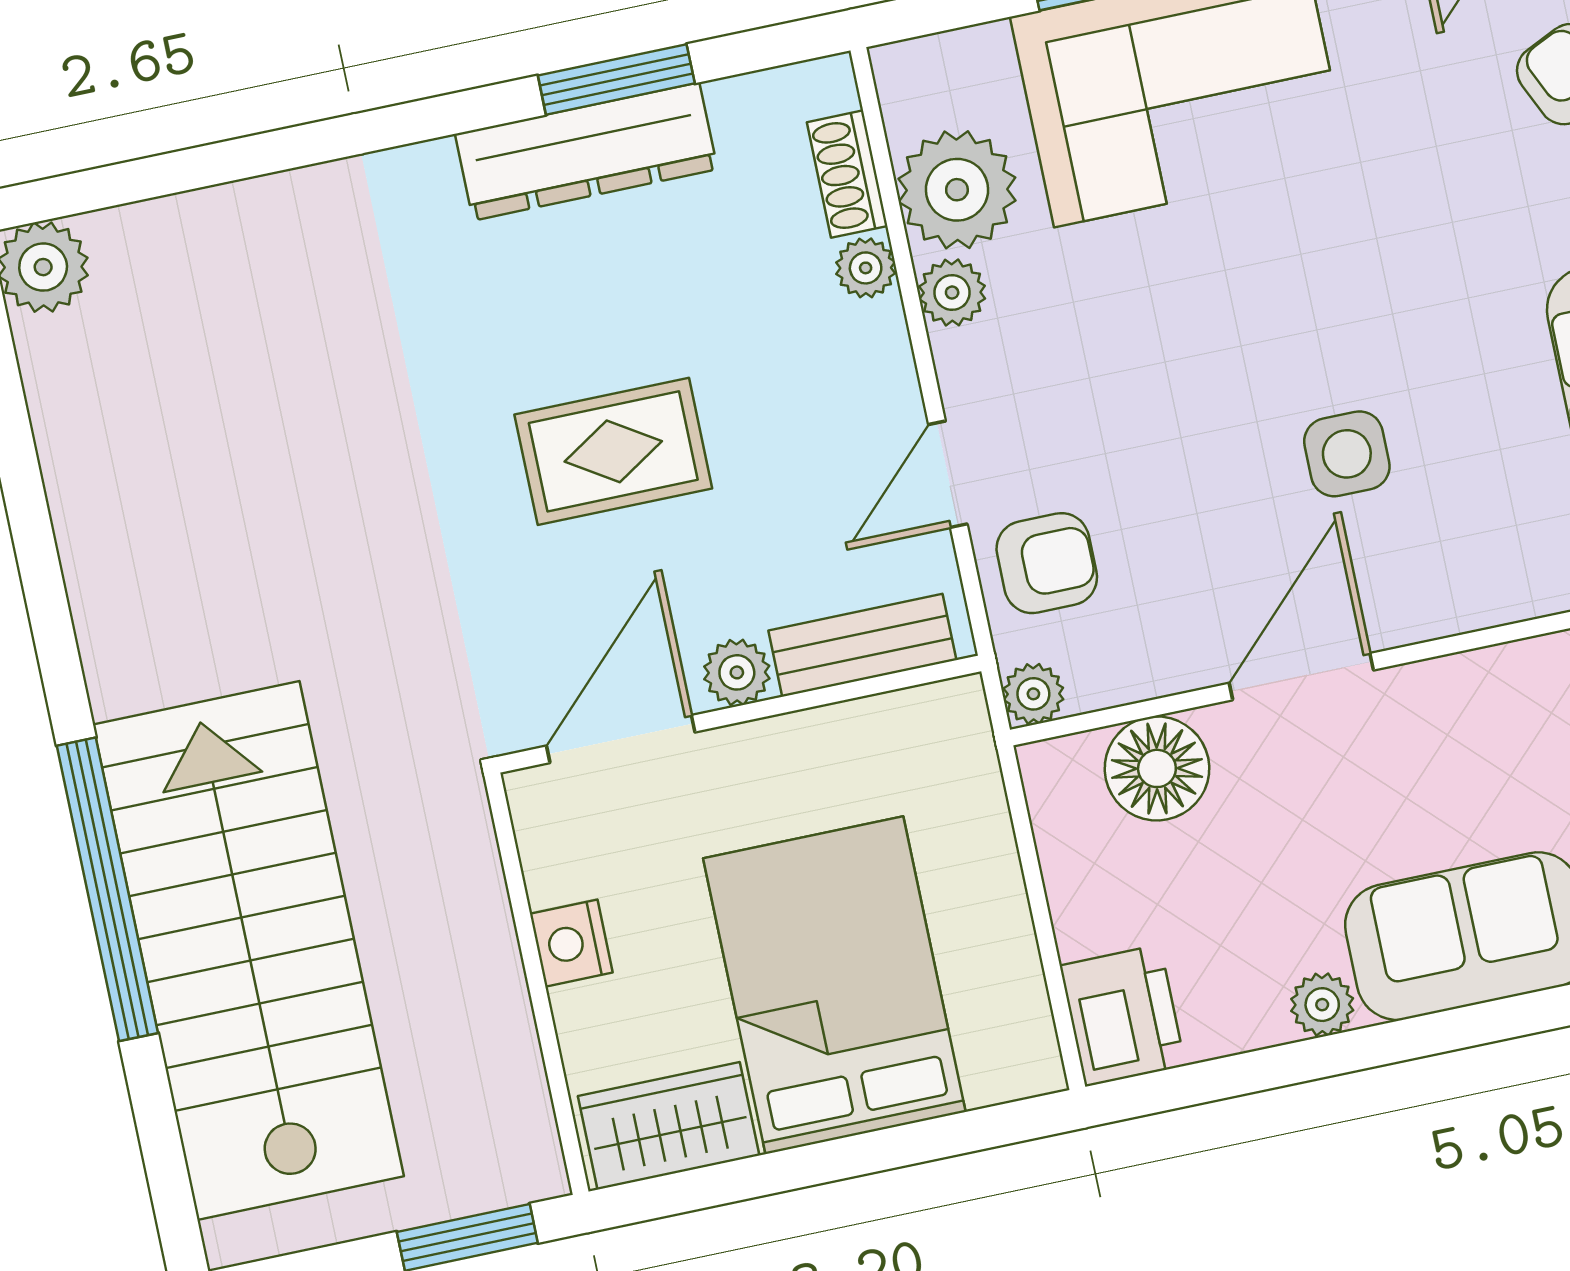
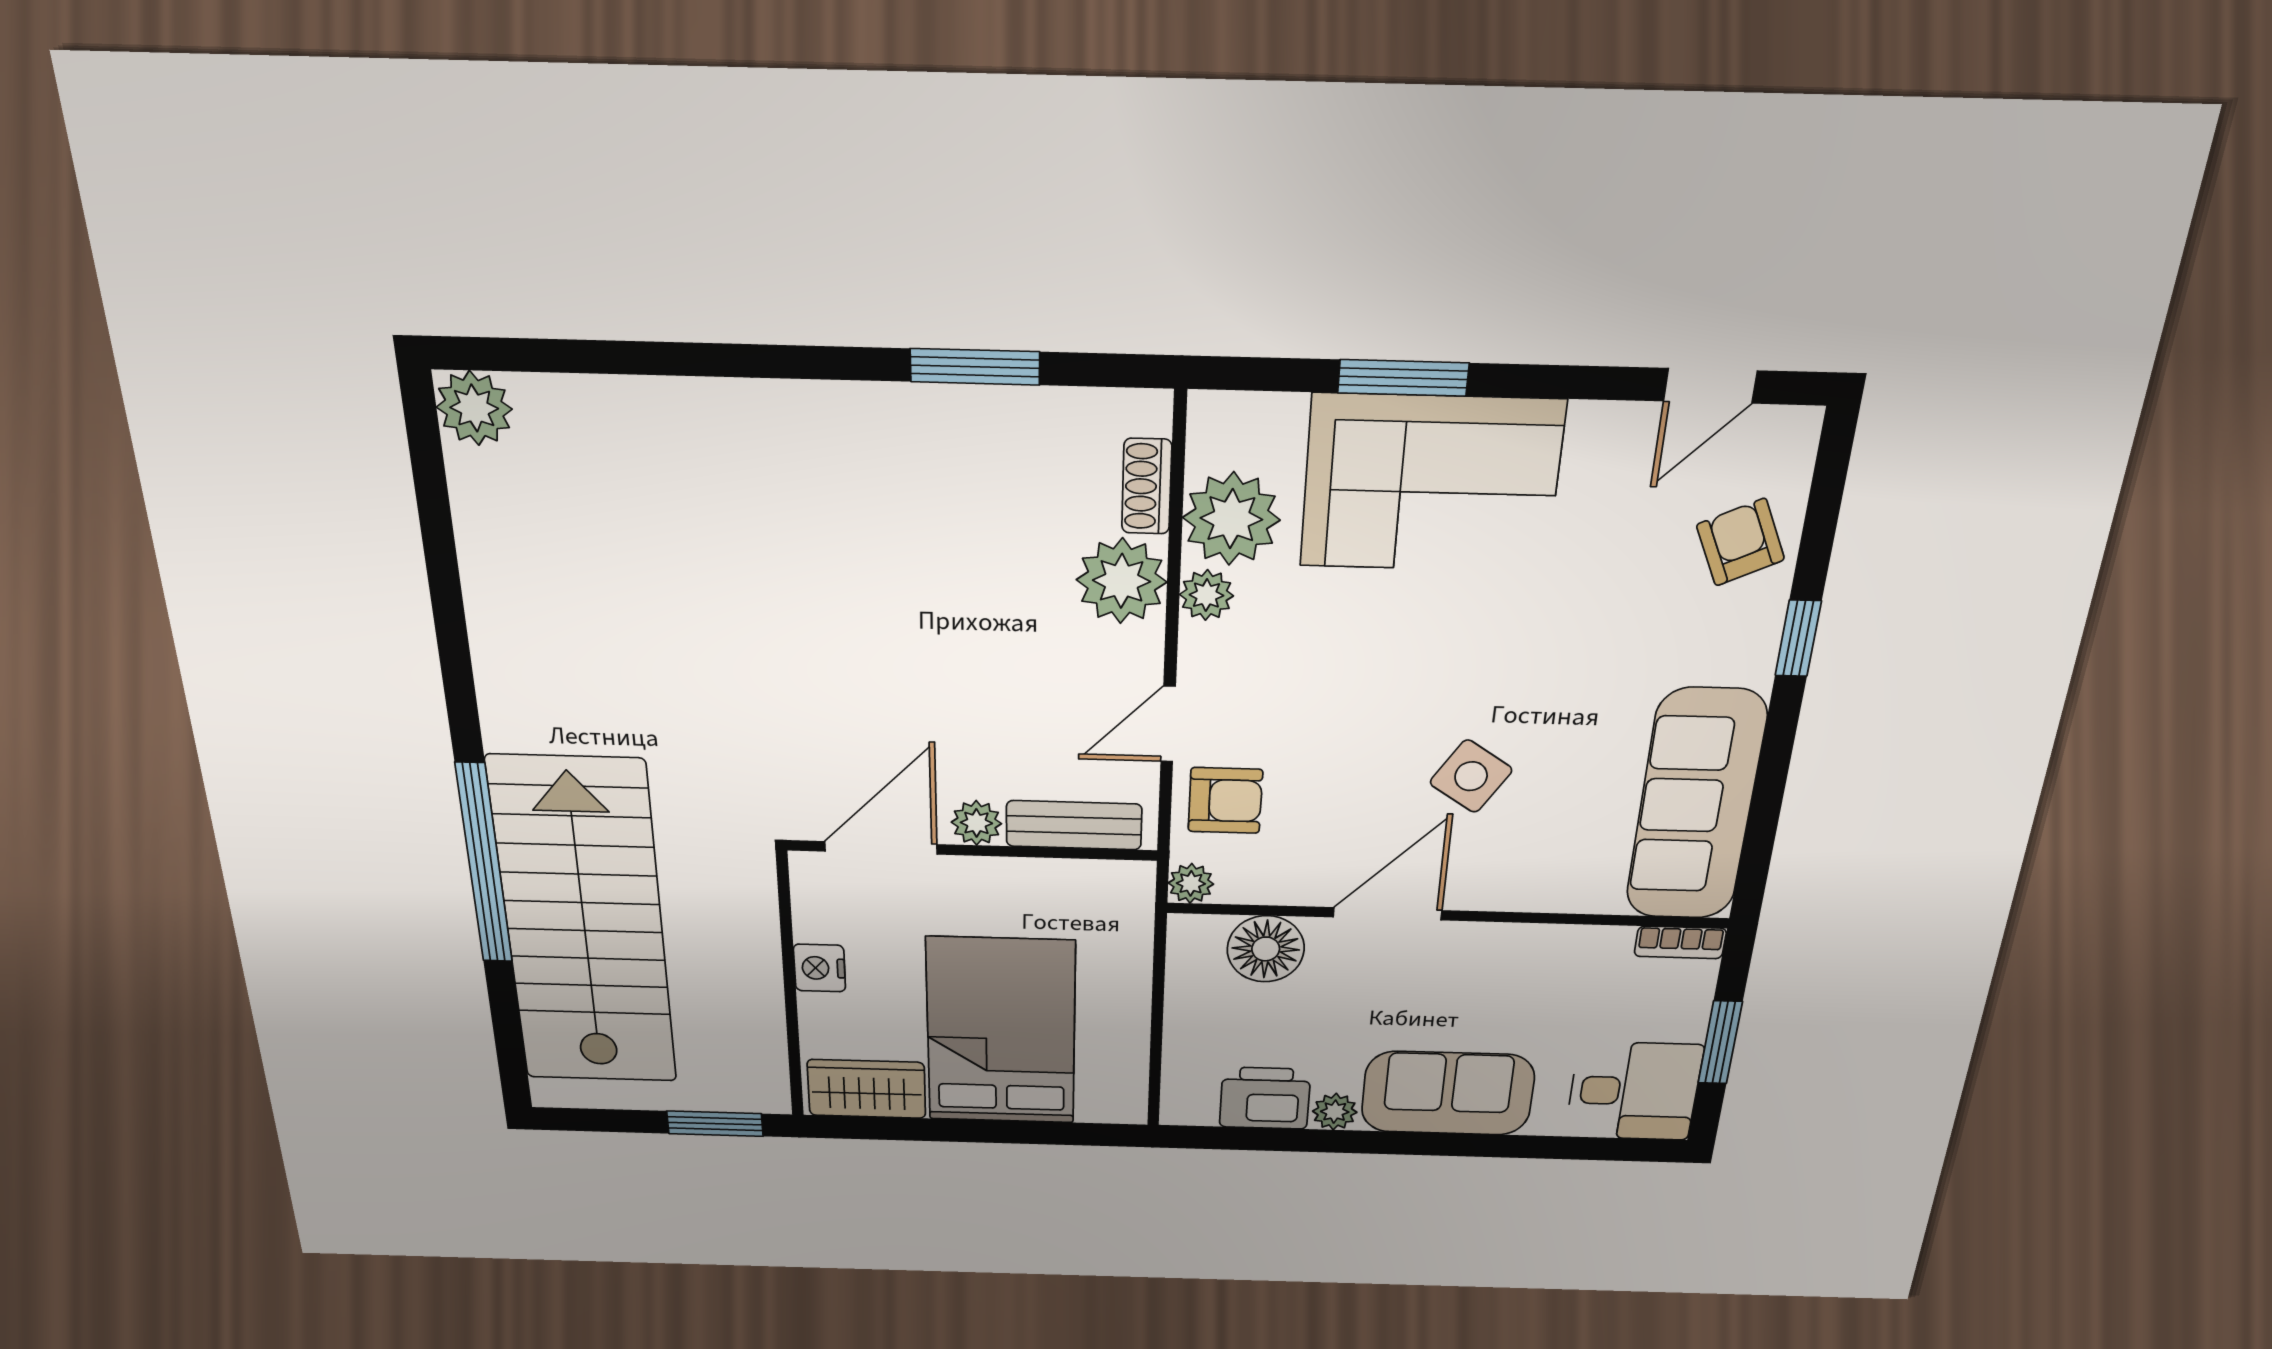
dresser: (586, 152) -> (938, 419), removed
plant: (866, 268) -> (1122, 581), width x1.88, depth x1.88
rug: (613, 451) -> (915, 651), removed
side table: (1347, 454) -> (1471, 776), turned 33
printer: (1123, 1016) -> (1265, 1098), moved, turned -90

